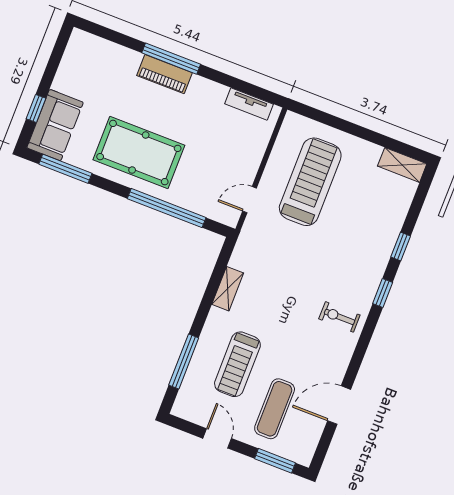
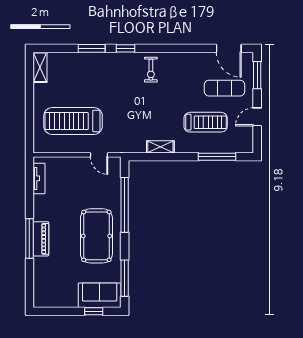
window: (401, 247) -> (92, 48), width x1.50
door: (339, 405) -> (229, 48), moved

